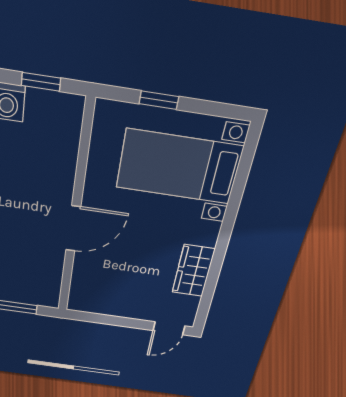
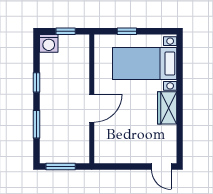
wardrobe: (193, 271) -> (167, 108), moved
door: (169, 328) -> (161, 166), hinge flipped

